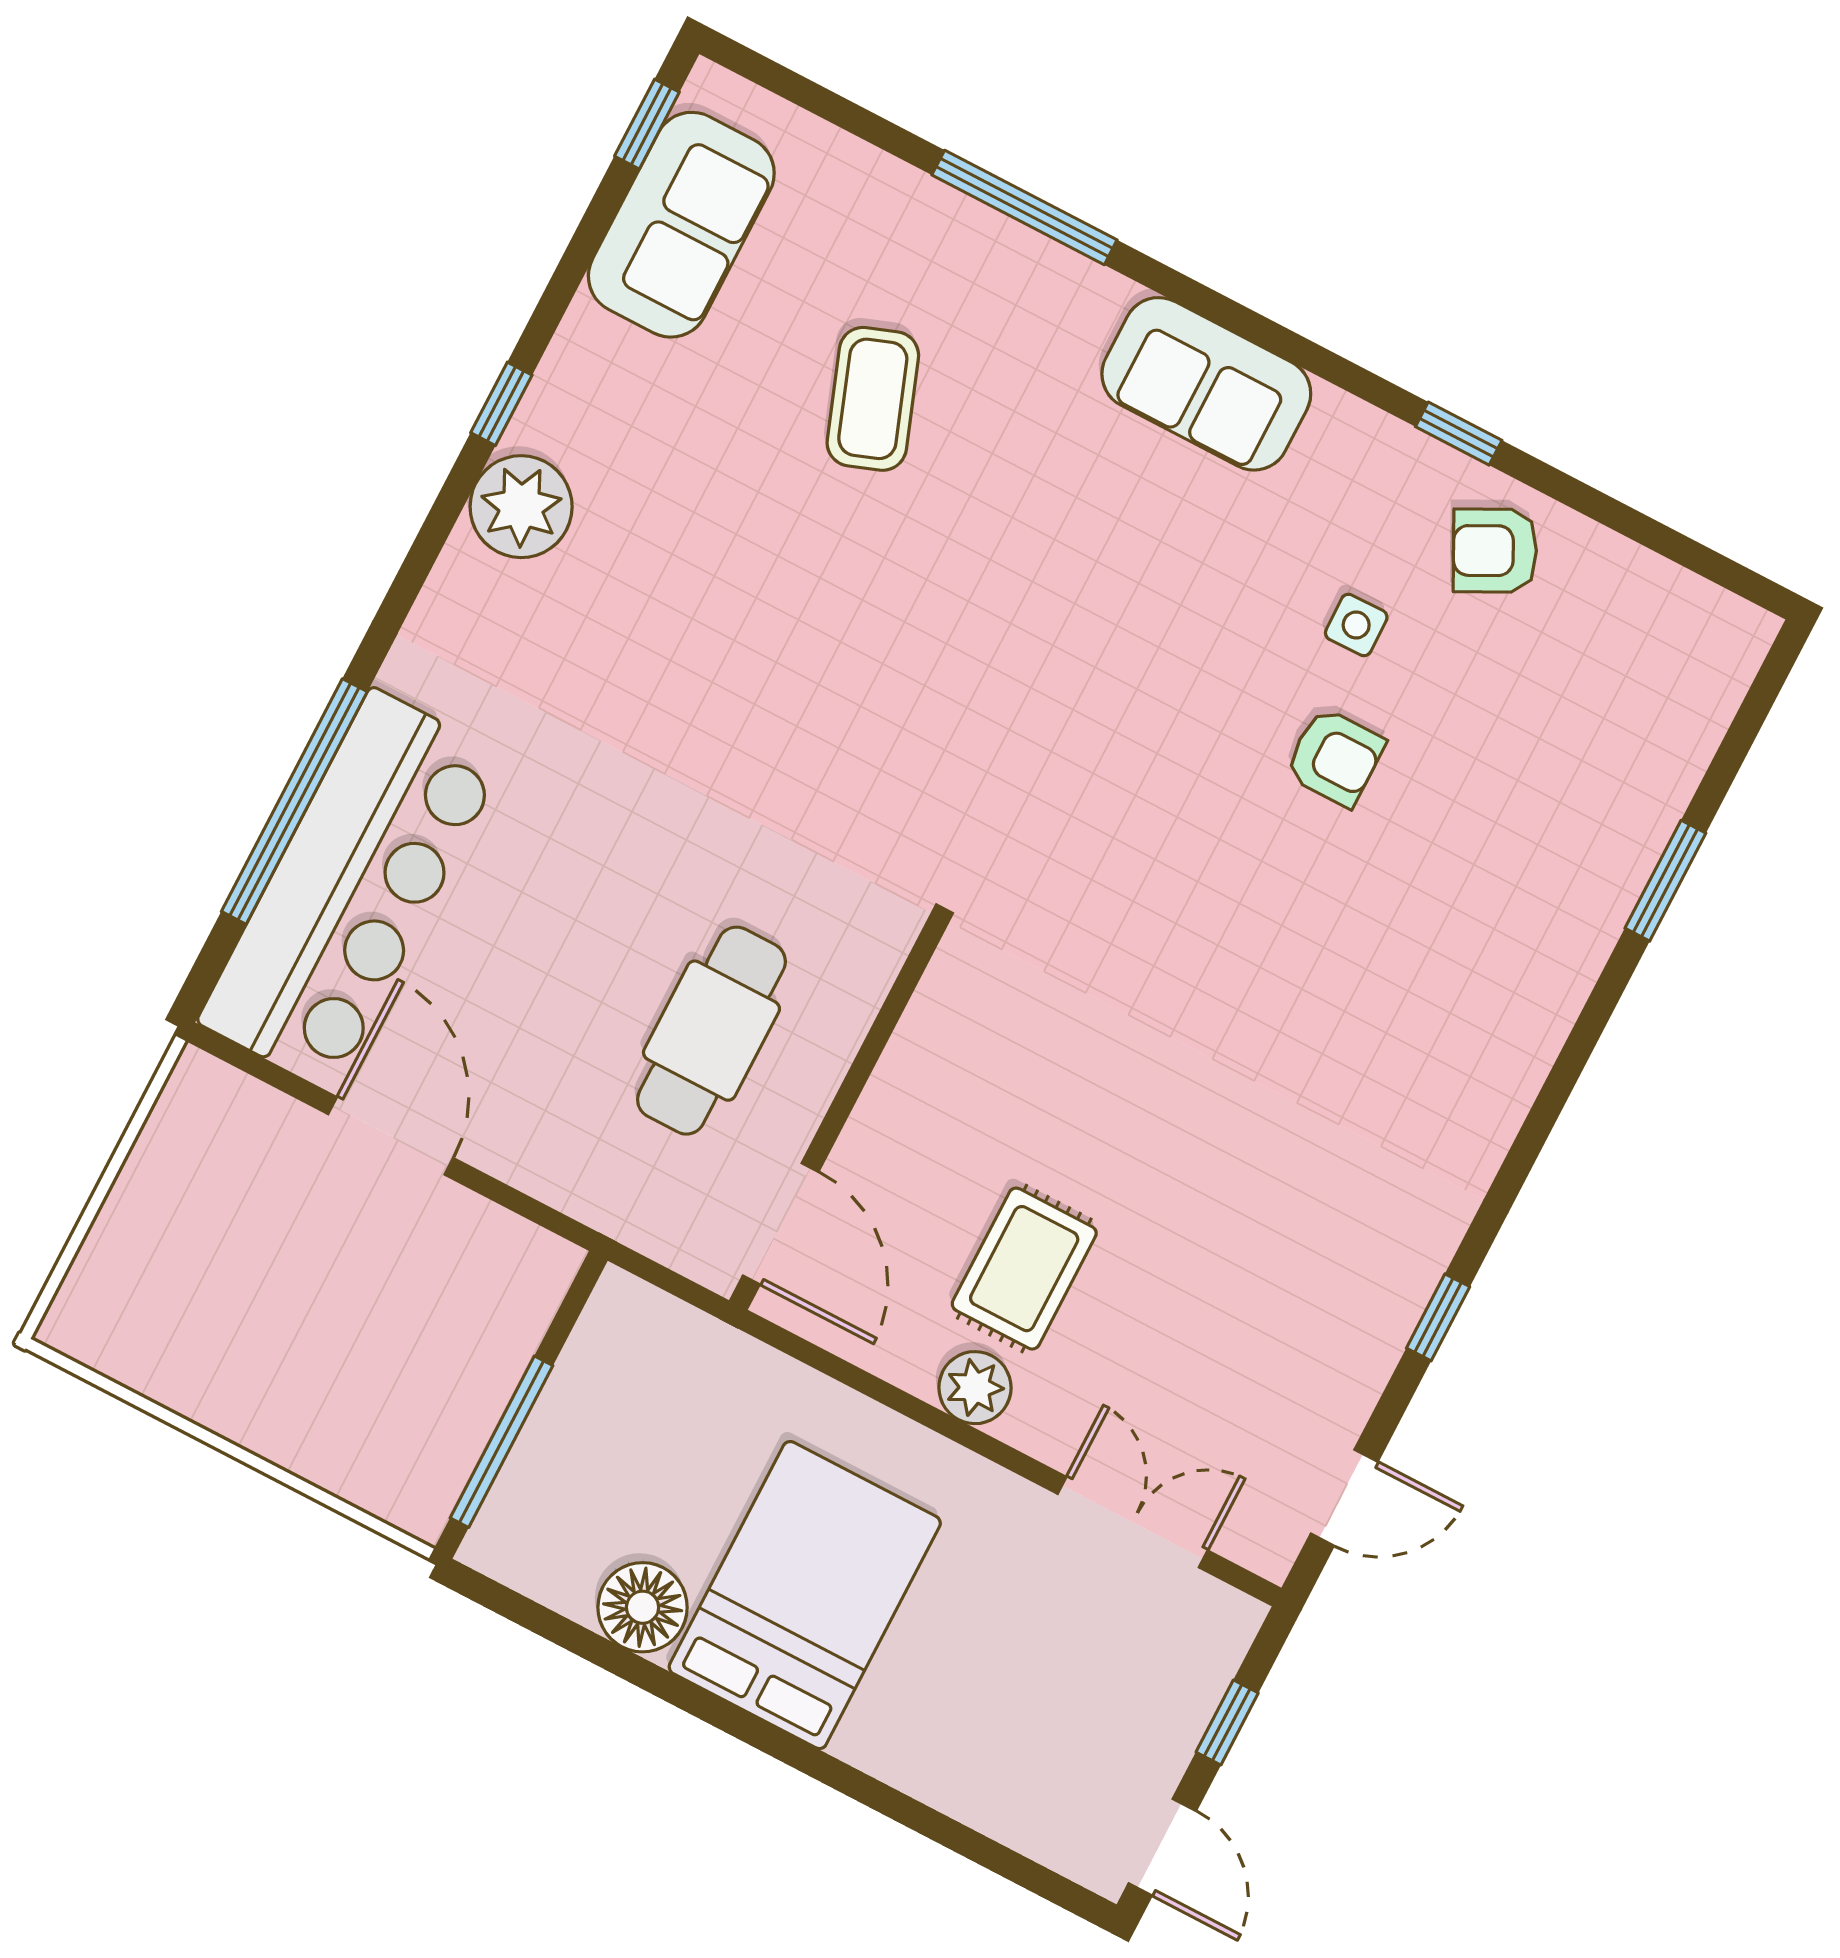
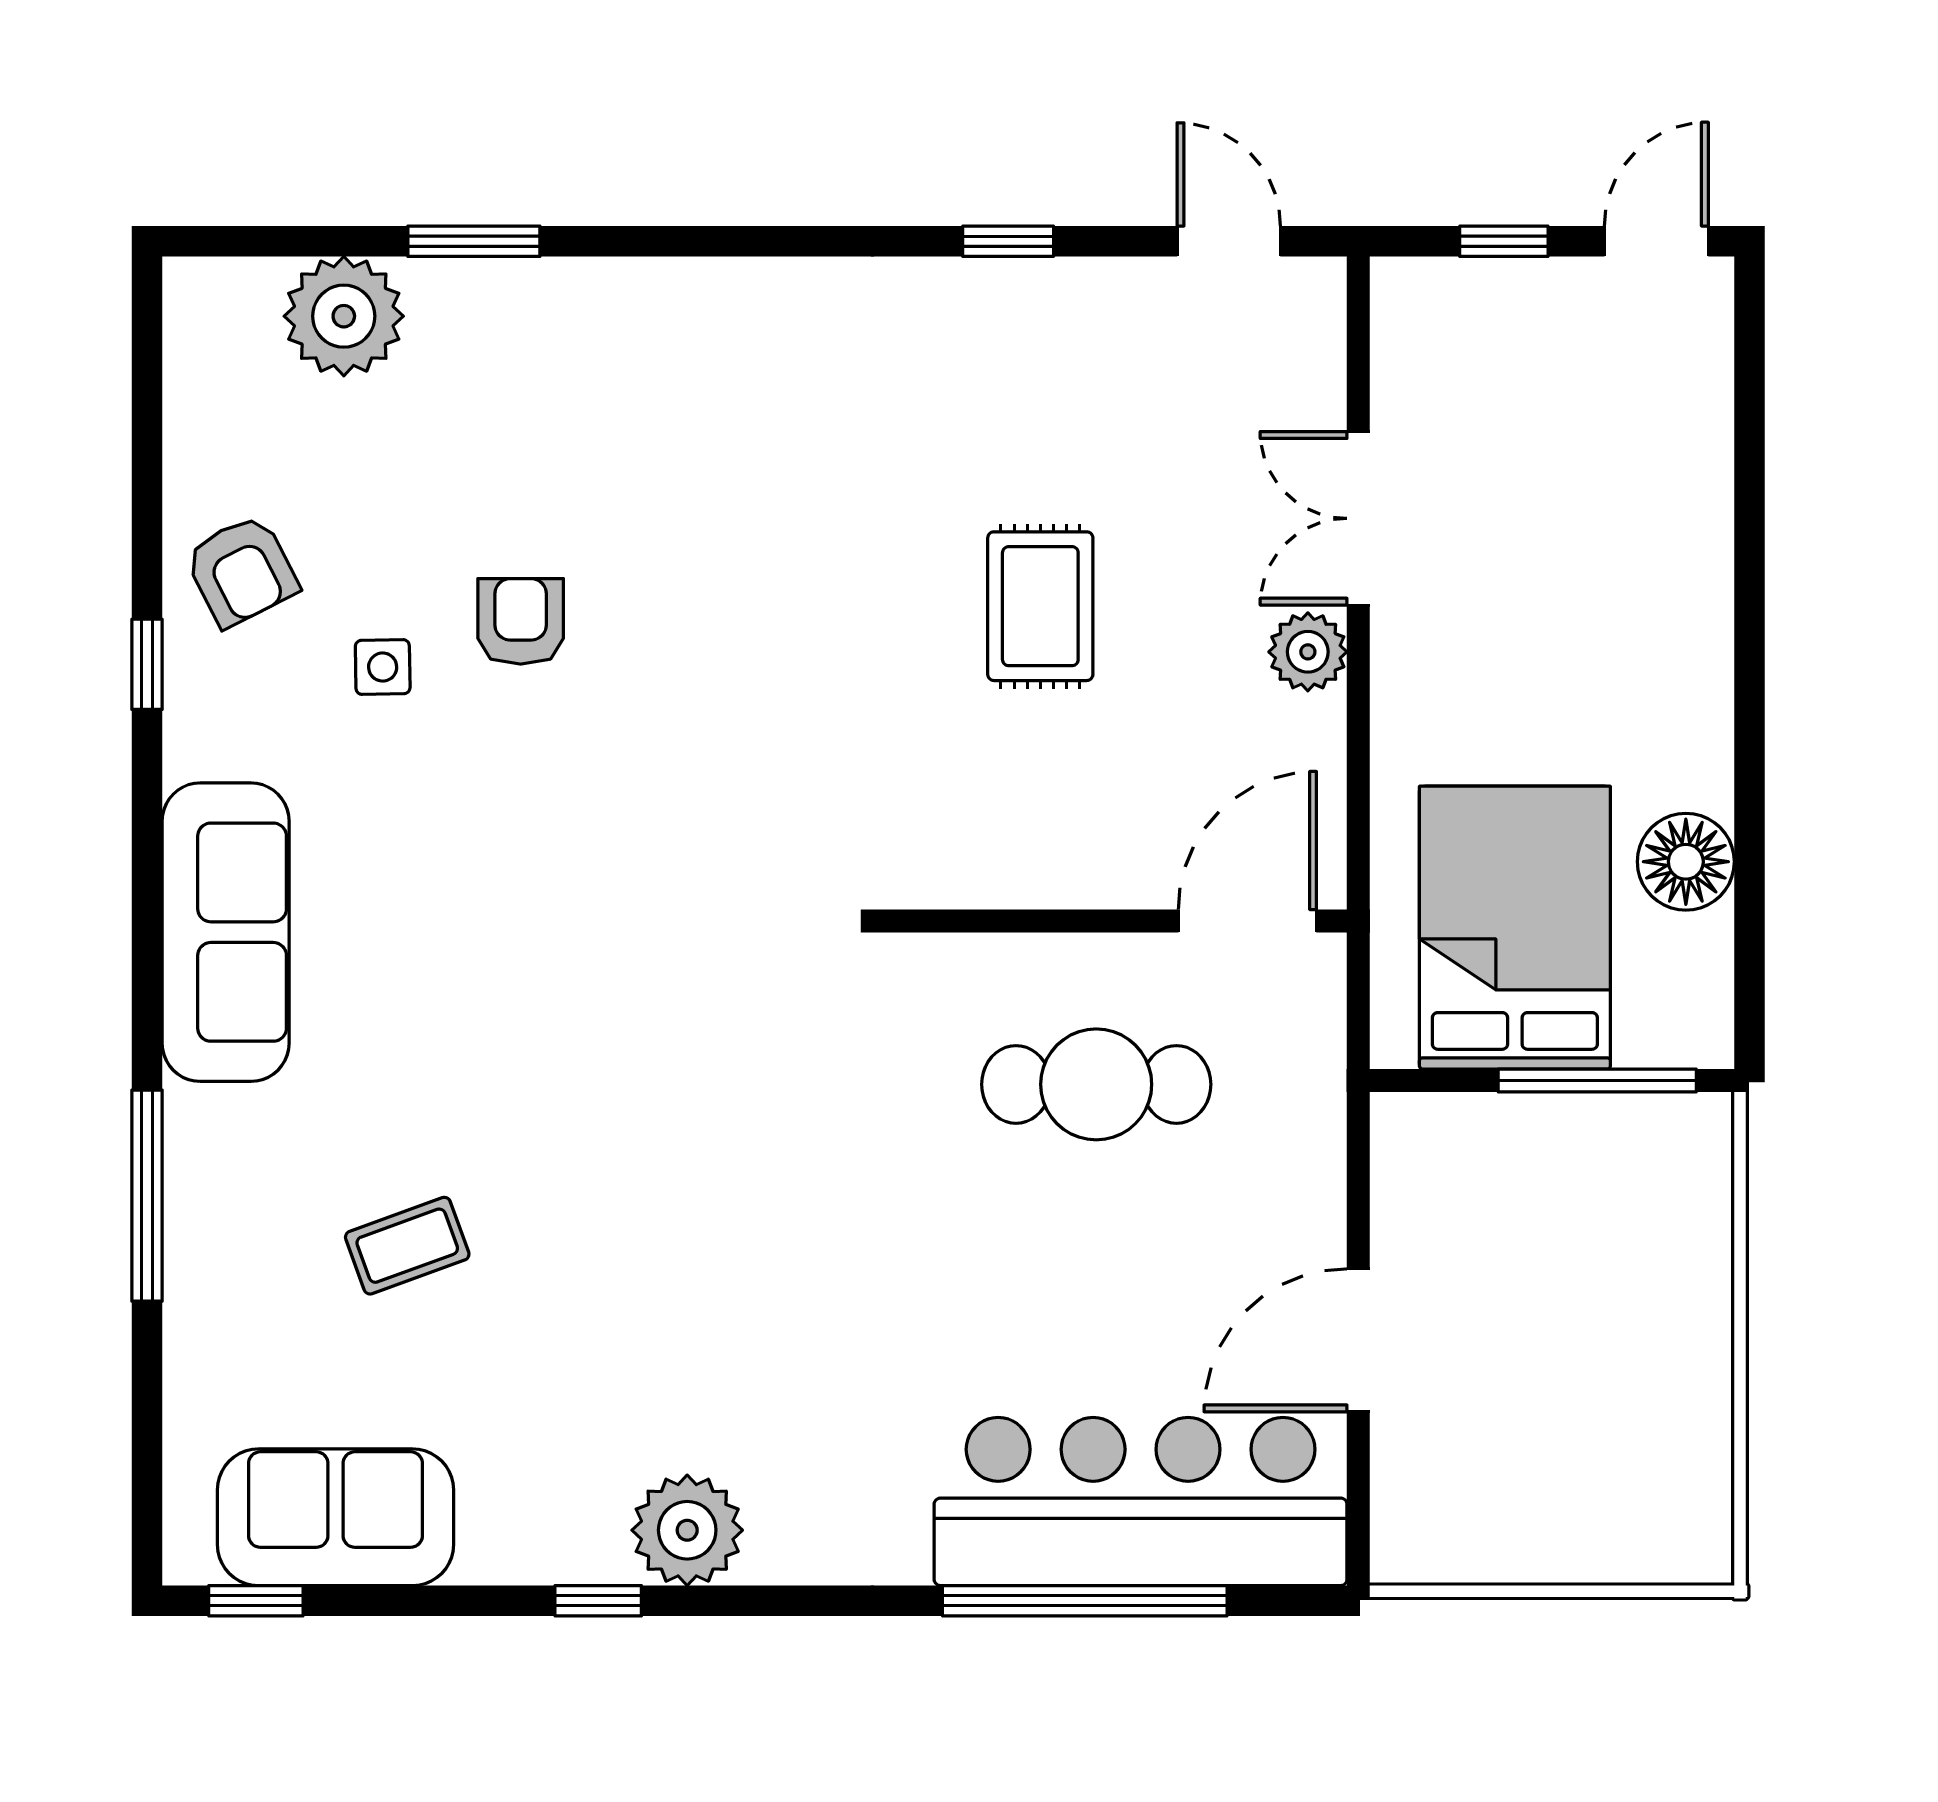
sofa: (1206, 384) -> (226, 932), width x1.36
coffee table: (873, 399) -> (407, 1246), width x0.73, depth x0.77
plant: (1659, 742) -> (344, 316), added
rug: (1024, 1269) -> (1040, 606), moved, turned 90
double door: (1133, 1522) -> (1358, 518), moved
bed: (805, 1595) -> (1515, 928), moved, turned 90

